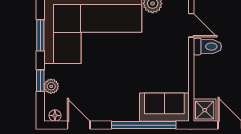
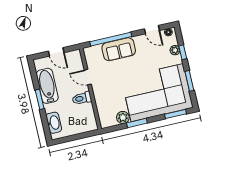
door: (191, 25) -> (88, 77), moved
sofa: (164, 107) -> (119, 49), moved
shower: (205, 110) -> (74, 58), removed

